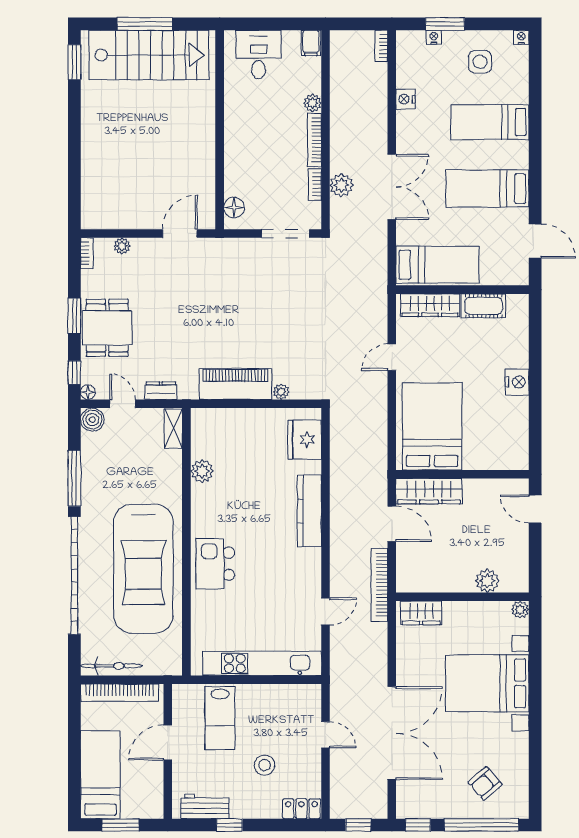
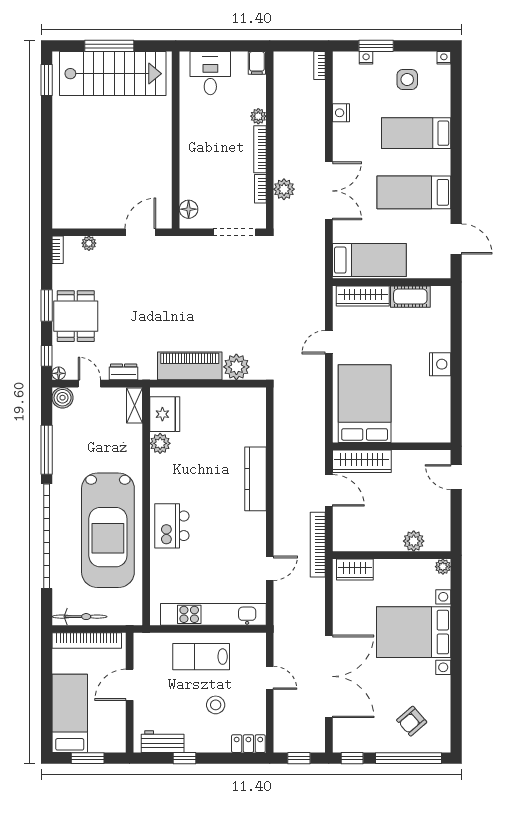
plant: (281, 392) -> (236, 367), width x1.88, depth x1.88
fridge: (305, 440) -> (165, 414), moved, turned 180
lab bench: (220, 718) -> (201, 657), moved, turned 90

